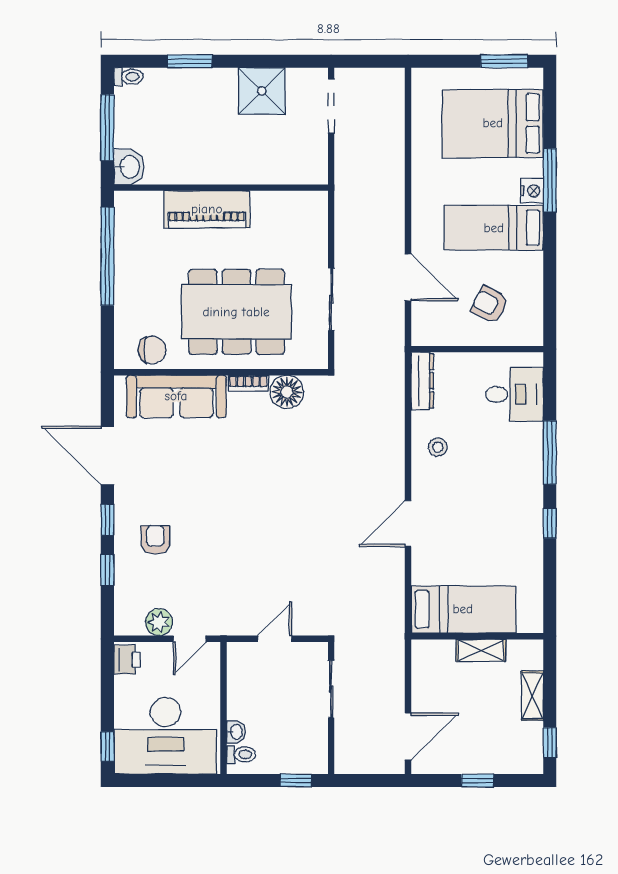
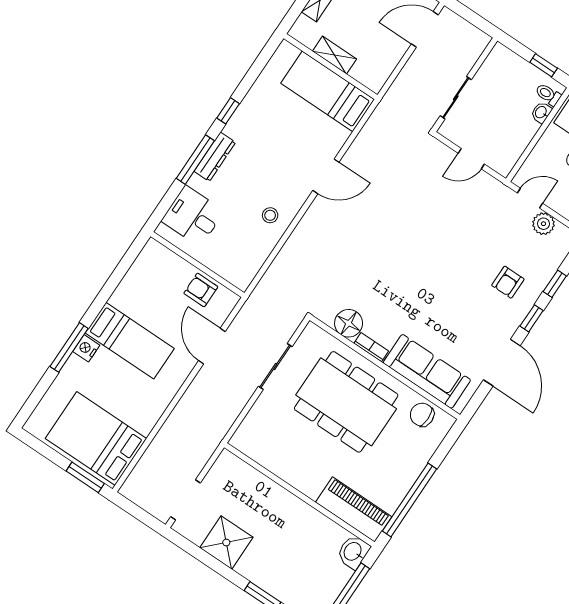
window: (504, 61) -> (85, 477), moved
bed: (493, 123) -> (96, 439), moved, turned 180
piano: (207, 209) -> (354, 509), moved
armchair: (490, 305) -> (201, 290), moved, turned 153
dresser: (422, 381) -> (215, 157), moved, turned 180
window: (296, 781) -> (544, 65), moved

